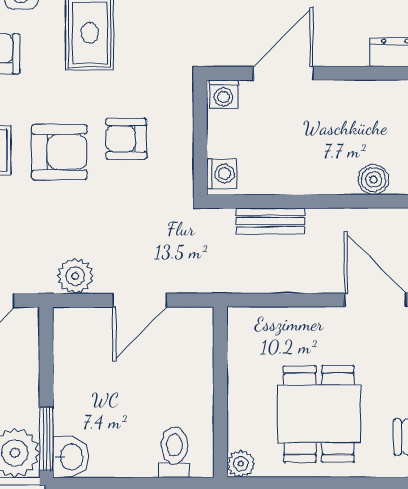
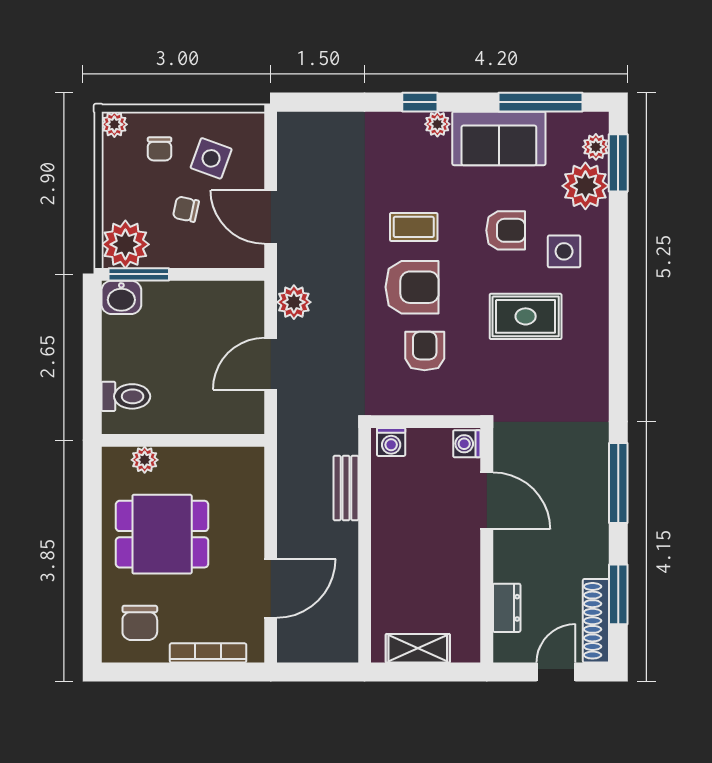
armchair: (59, 152) -> (412, 287), turned -90
boiler: (374, 180) -> (385, 587), removed
door: (140, 300) -> (271, 364), hinge flipped
plant: (241, 464) -> (145, 460), moved

